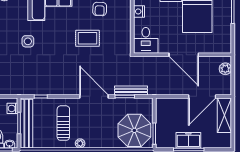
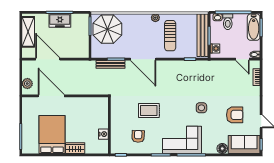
desk: (146, 40) -> (97, 109), removed
door: (184, 55) -> (51, 96), moved
door: (202, 96) -> (48, 59), hinge flipped
shelving: (224, 115) -> (28, 32), moved

